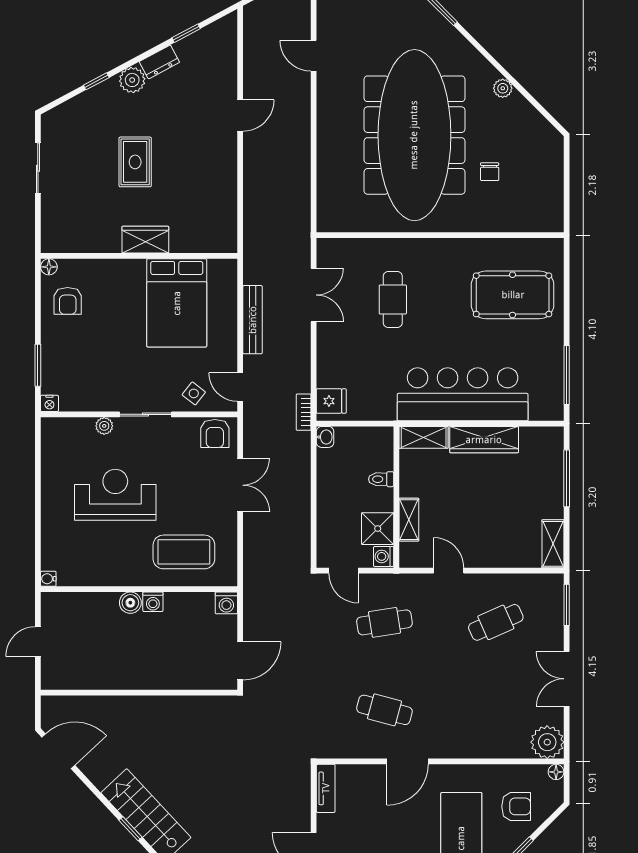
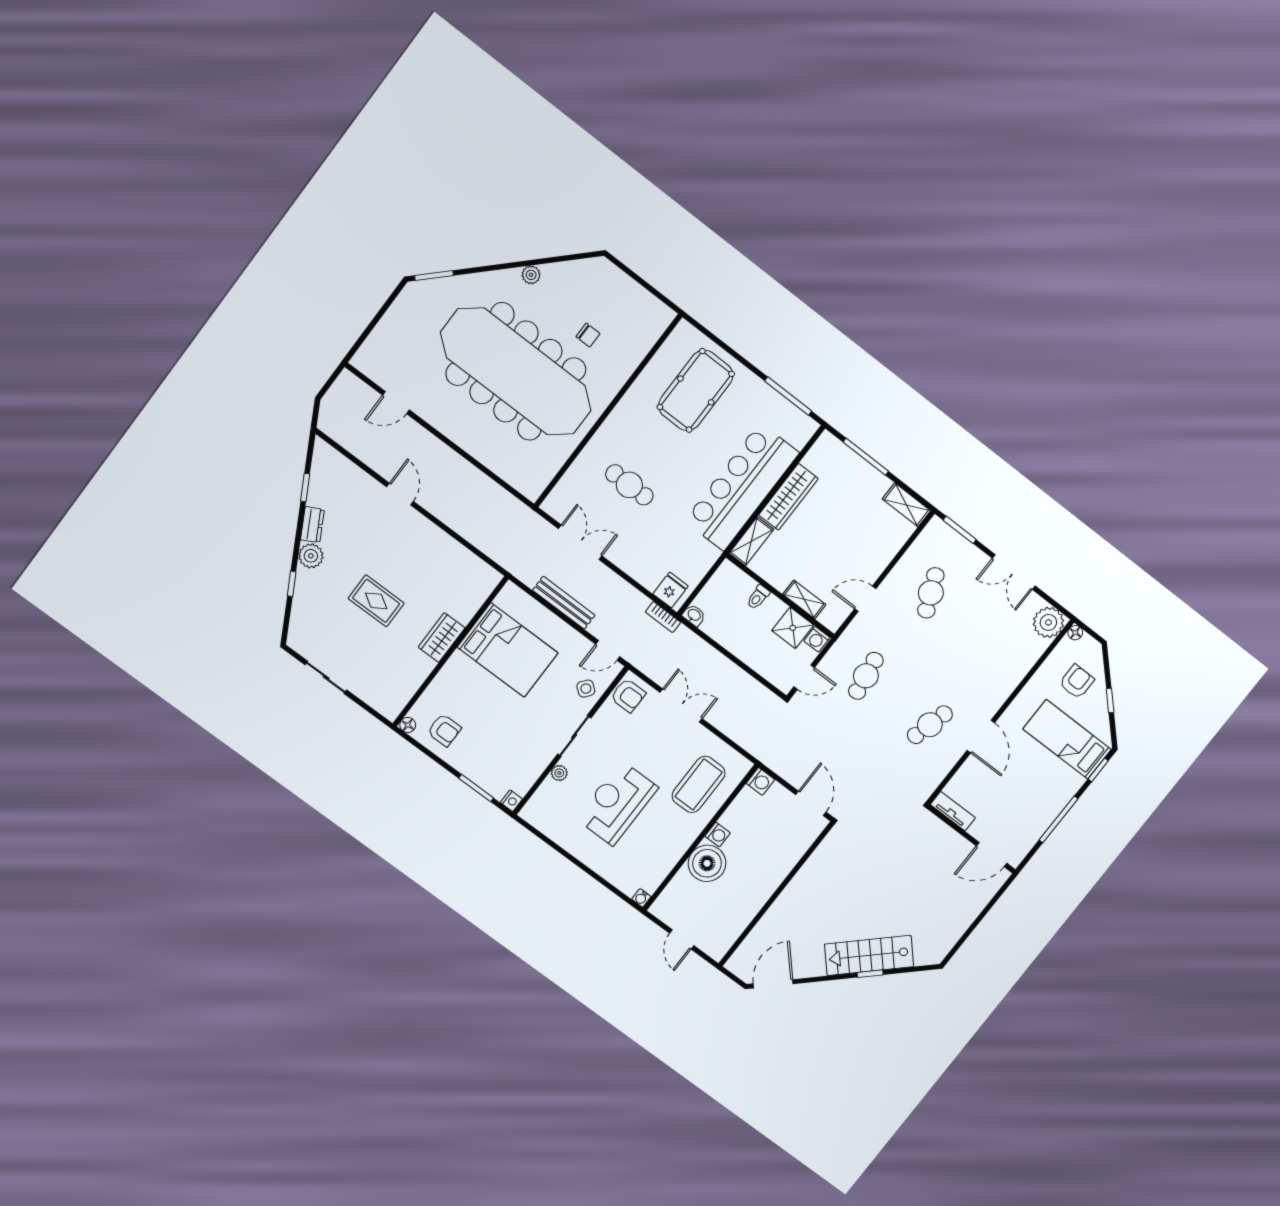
boiler: (130, 603) -> (707, 863), width x1.86, depth x1.86

